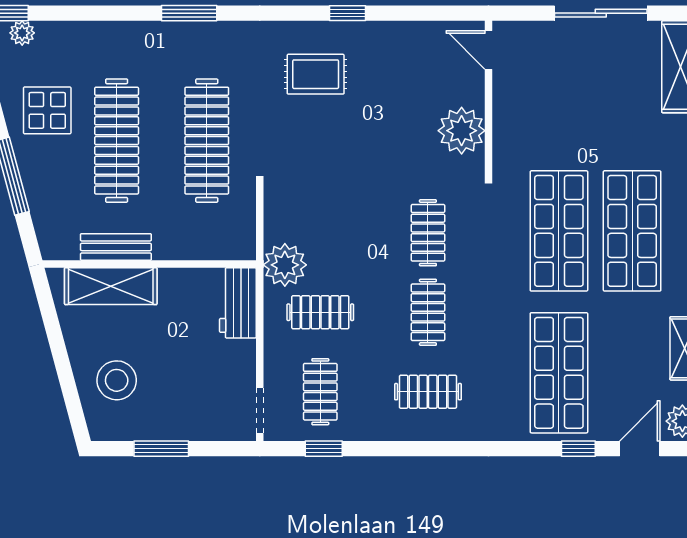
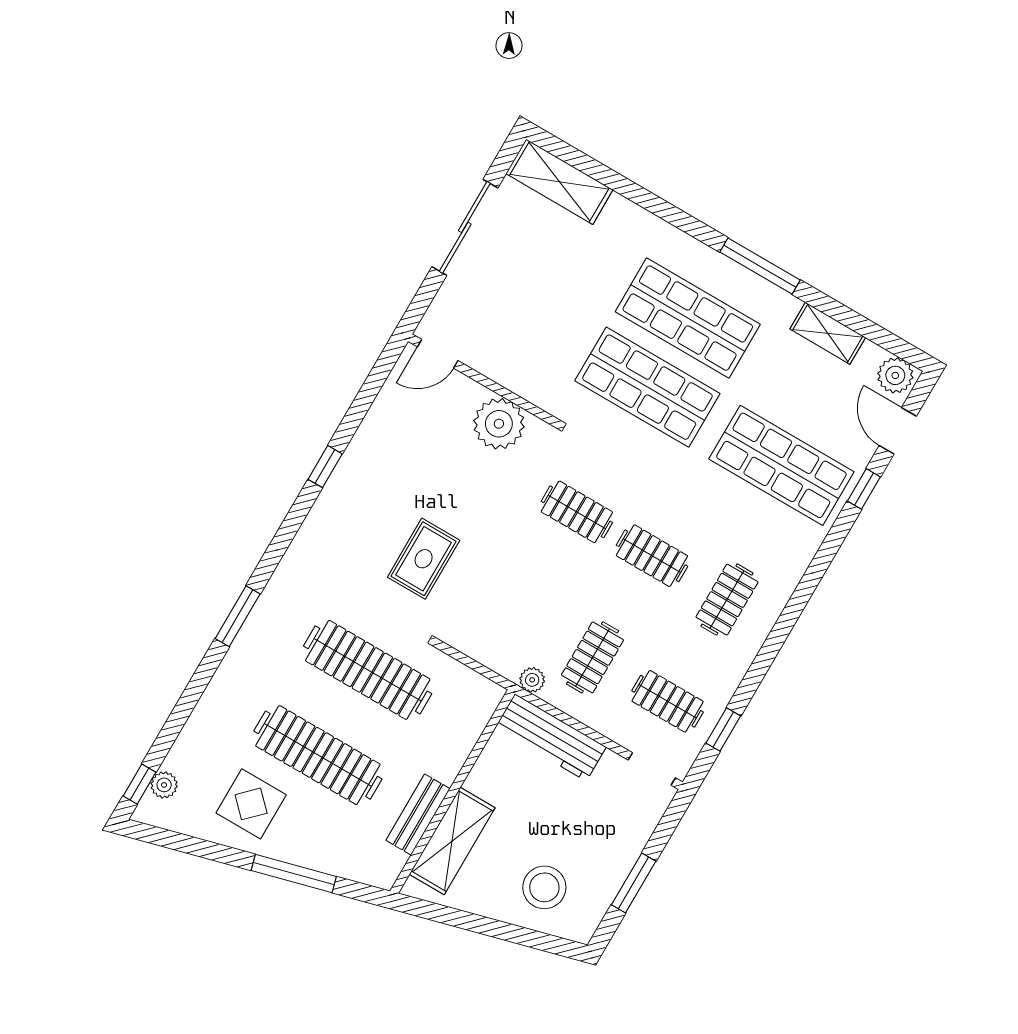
rug: (316, 74) -> (424, 559), moved
plant: (285, 265) -> (532, 680), width x0.53, depth x0.53
workbench: (238, 303) -> (551, 737), width x1.38

